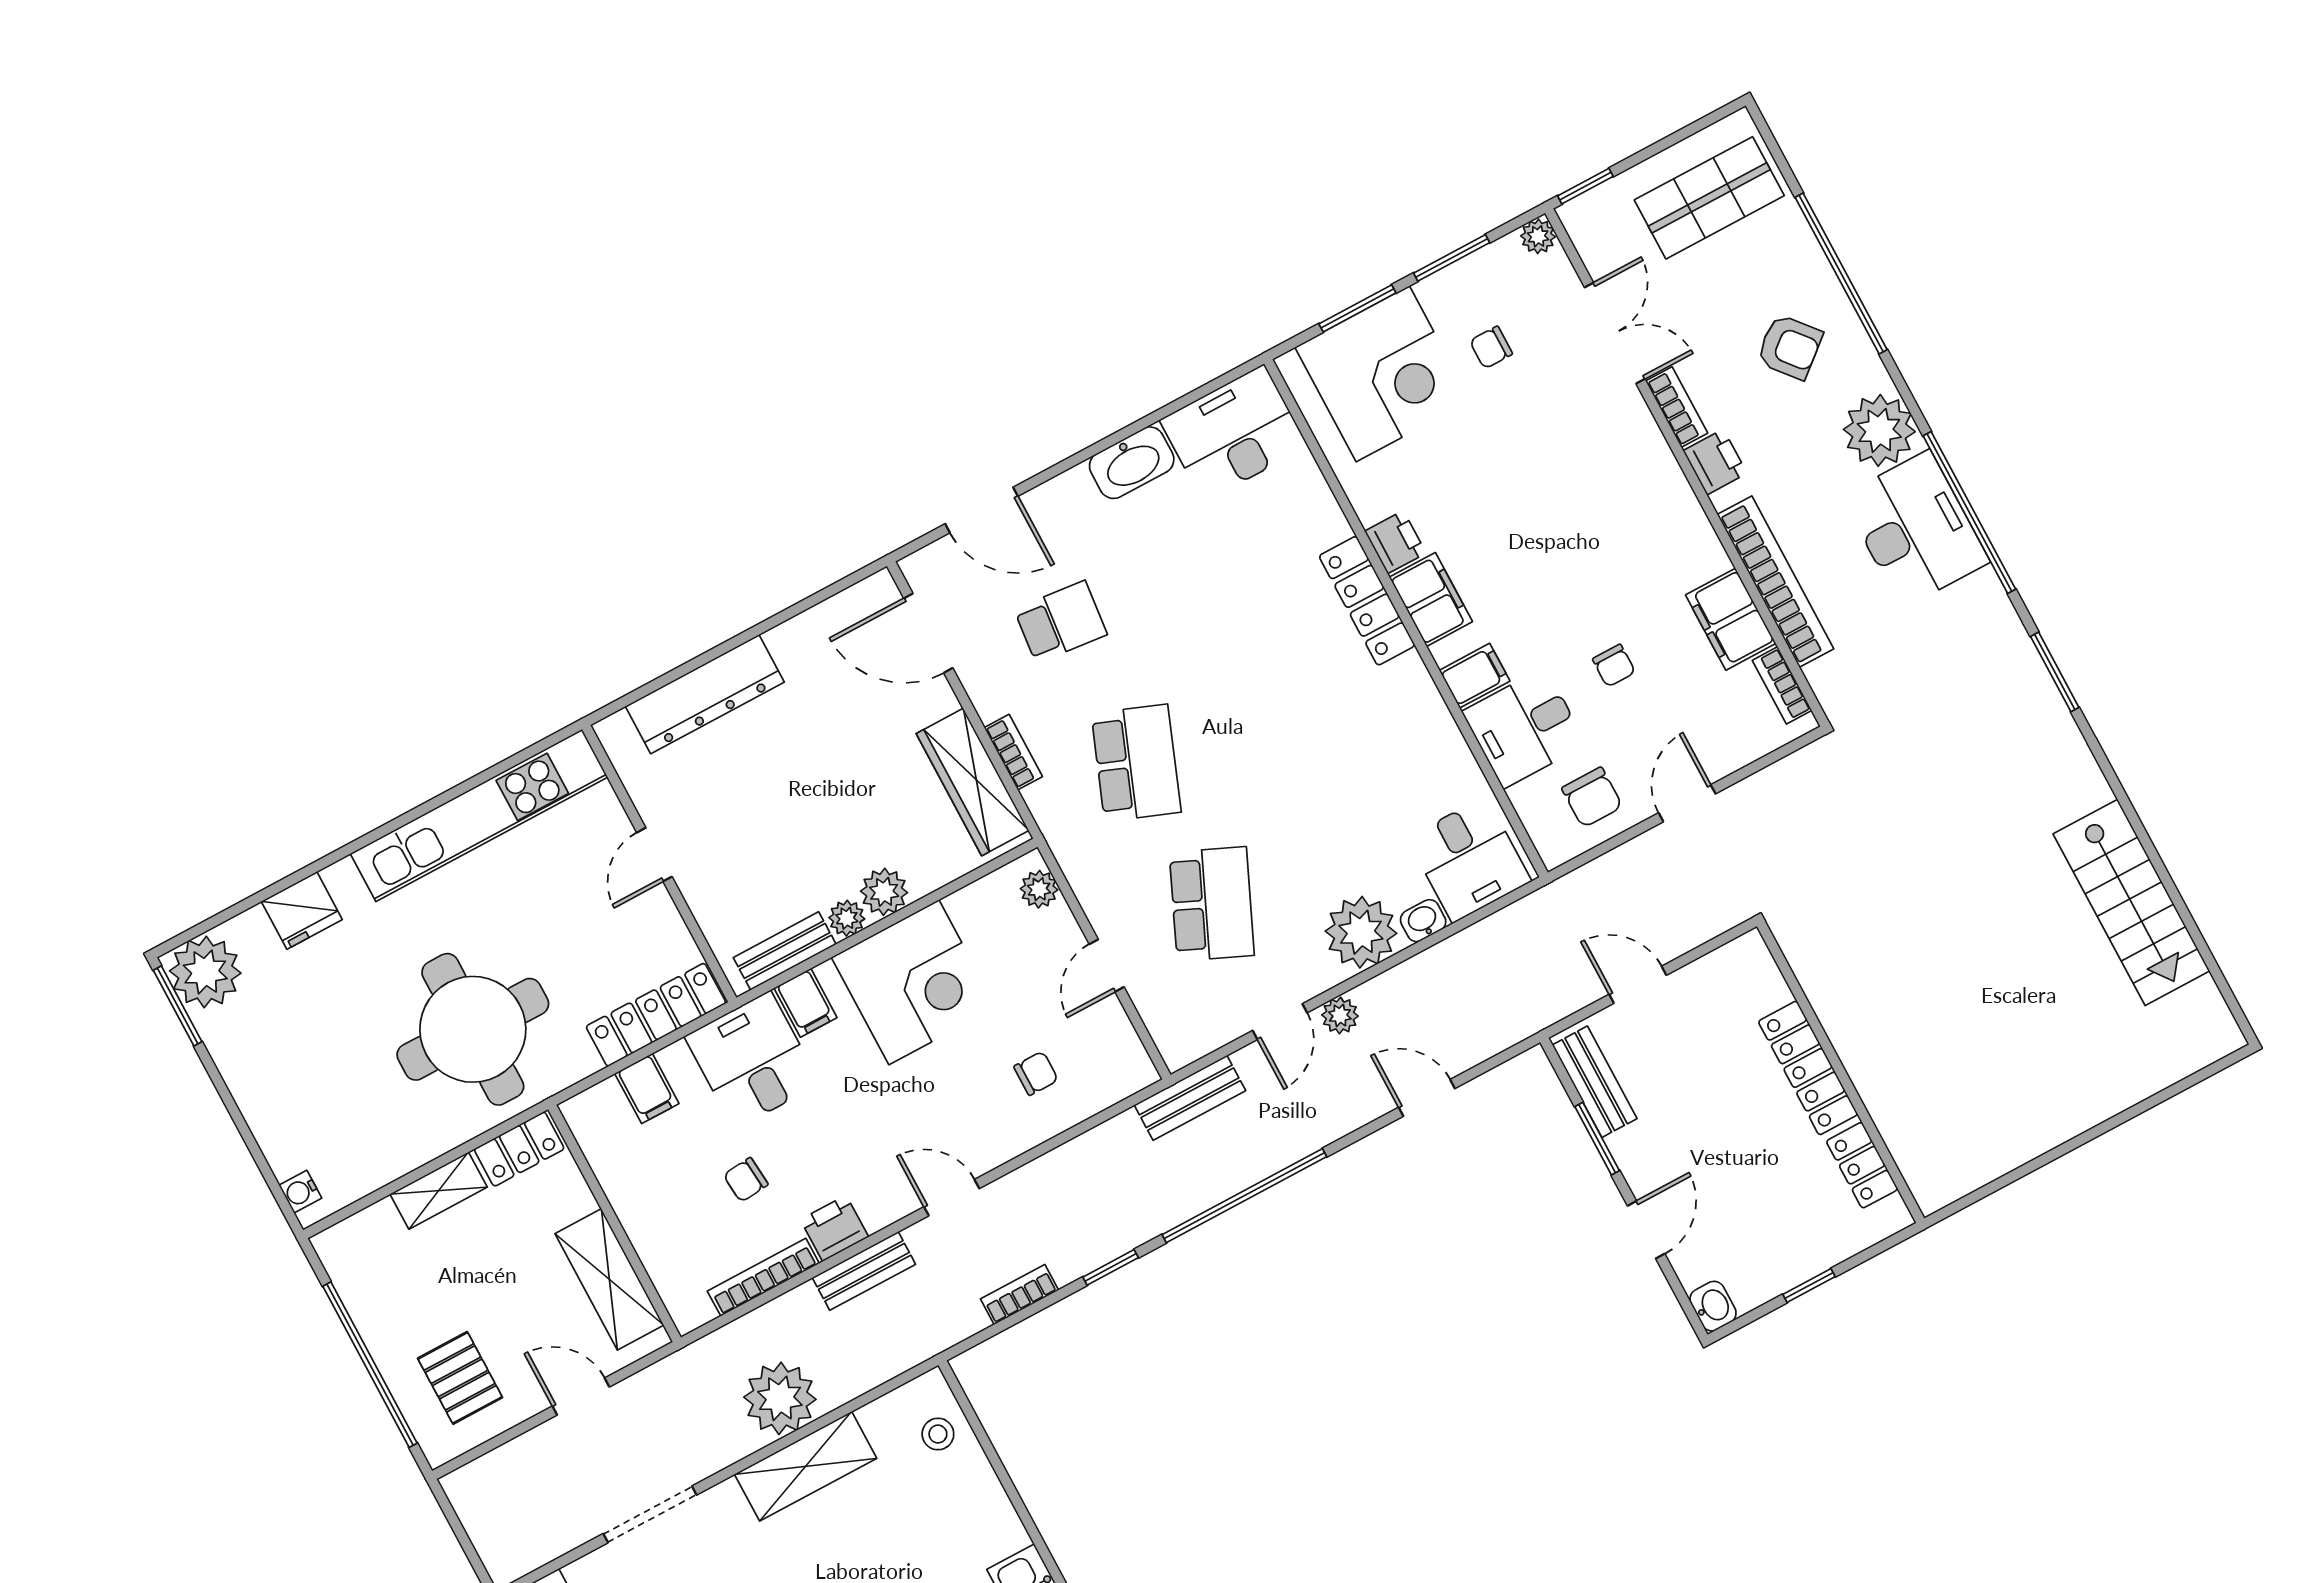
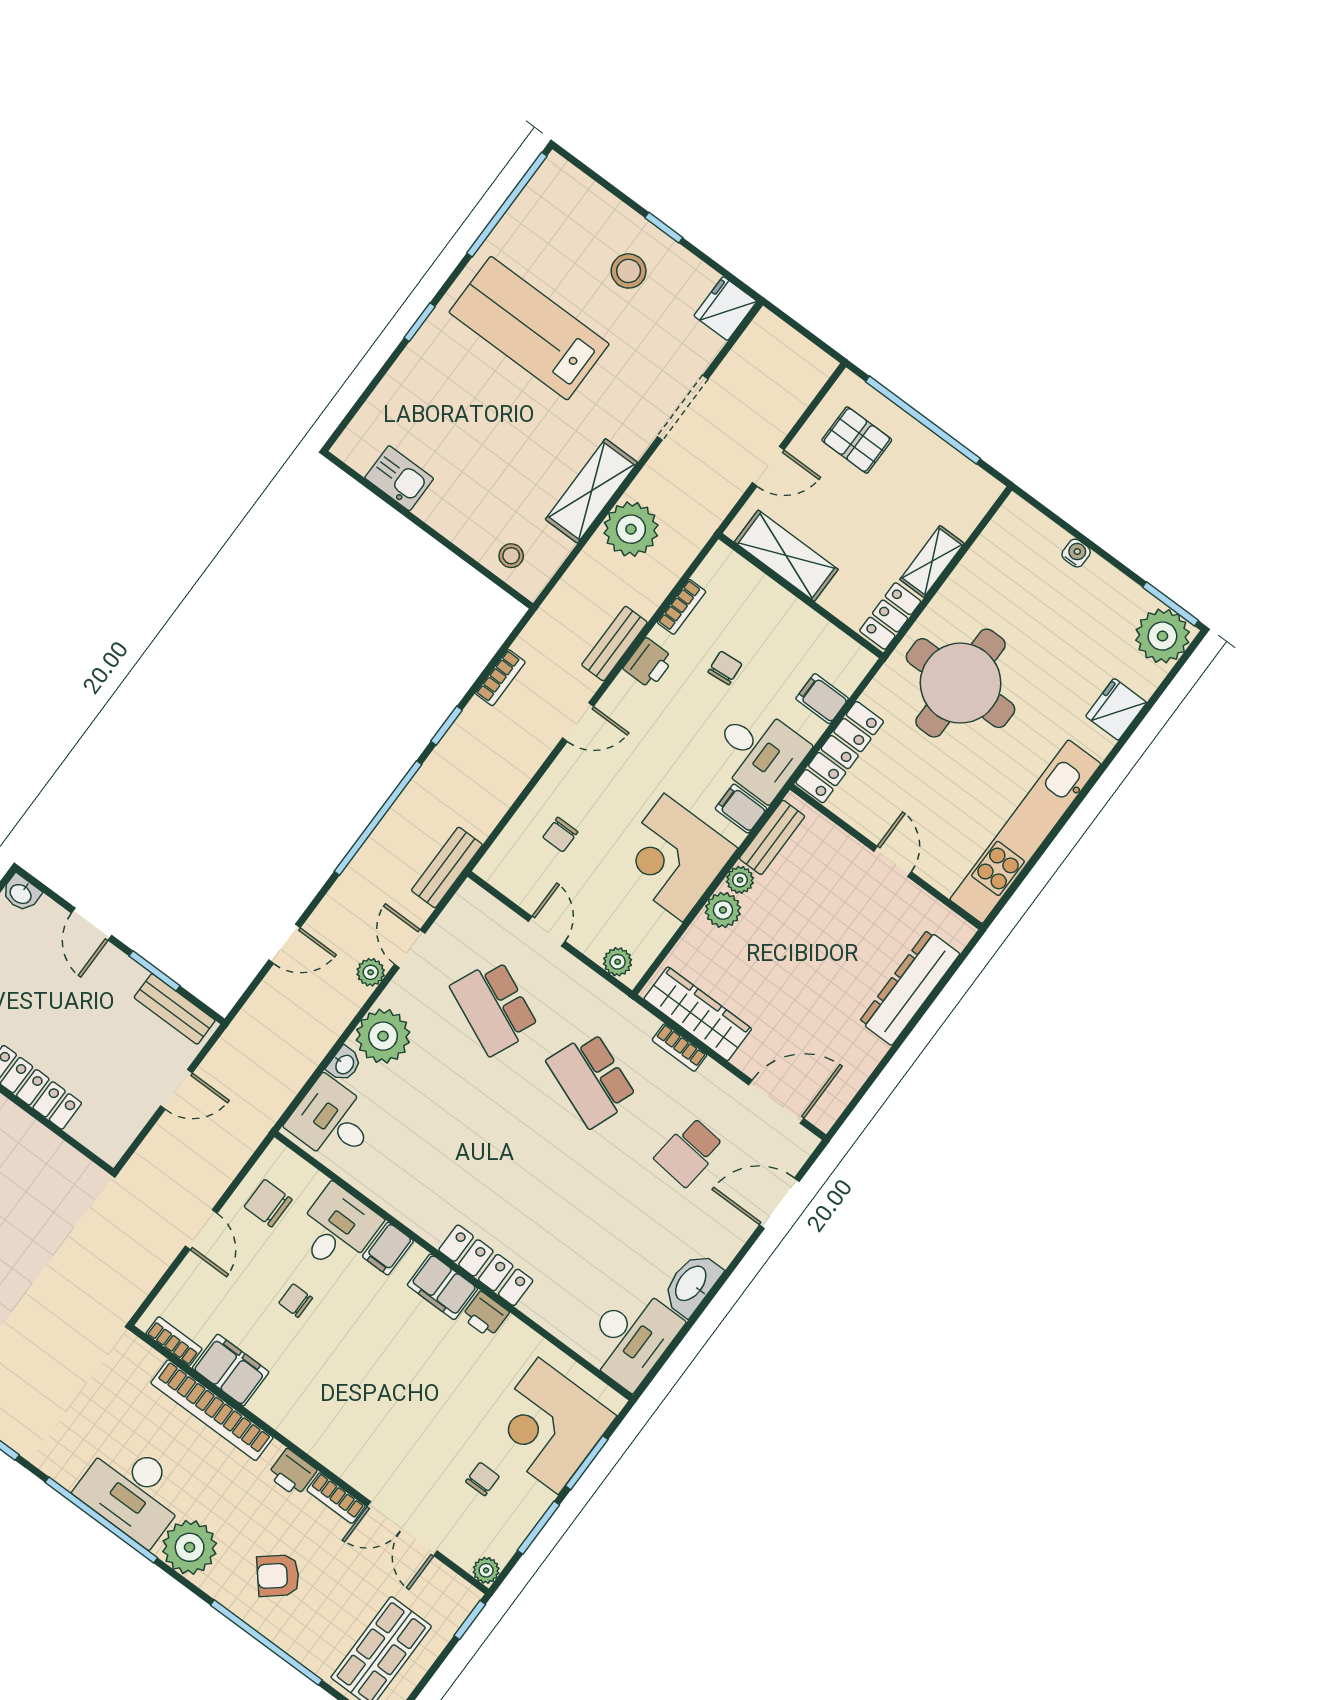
water cooler: (300, 1192) -> (1076, 553), moved
bookcase: (763, 1277) -> (681, 607), width x0.64

